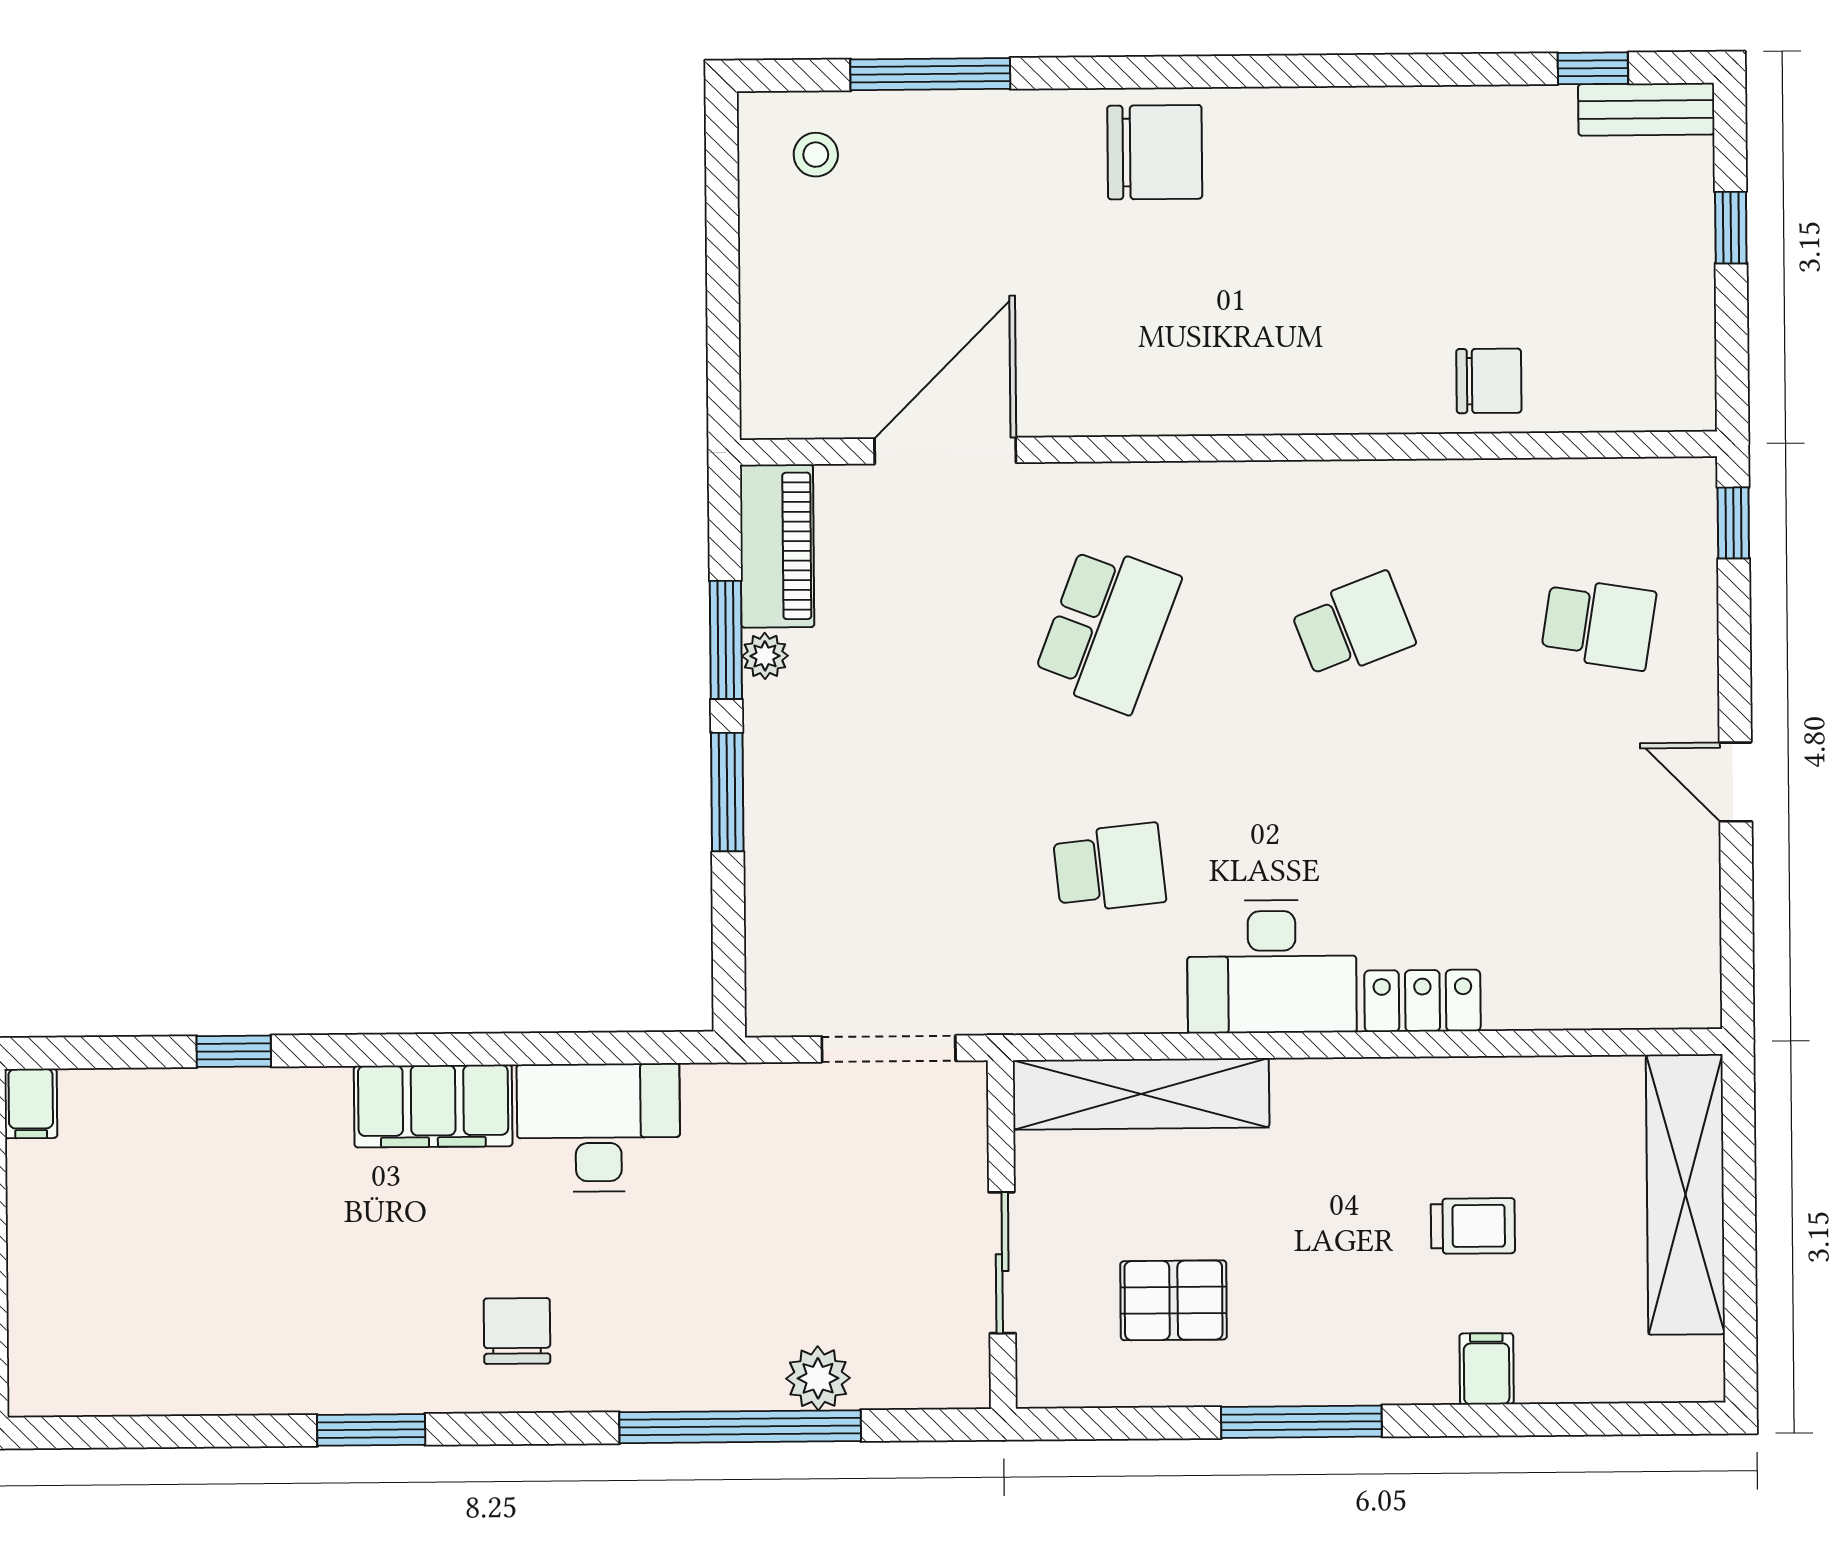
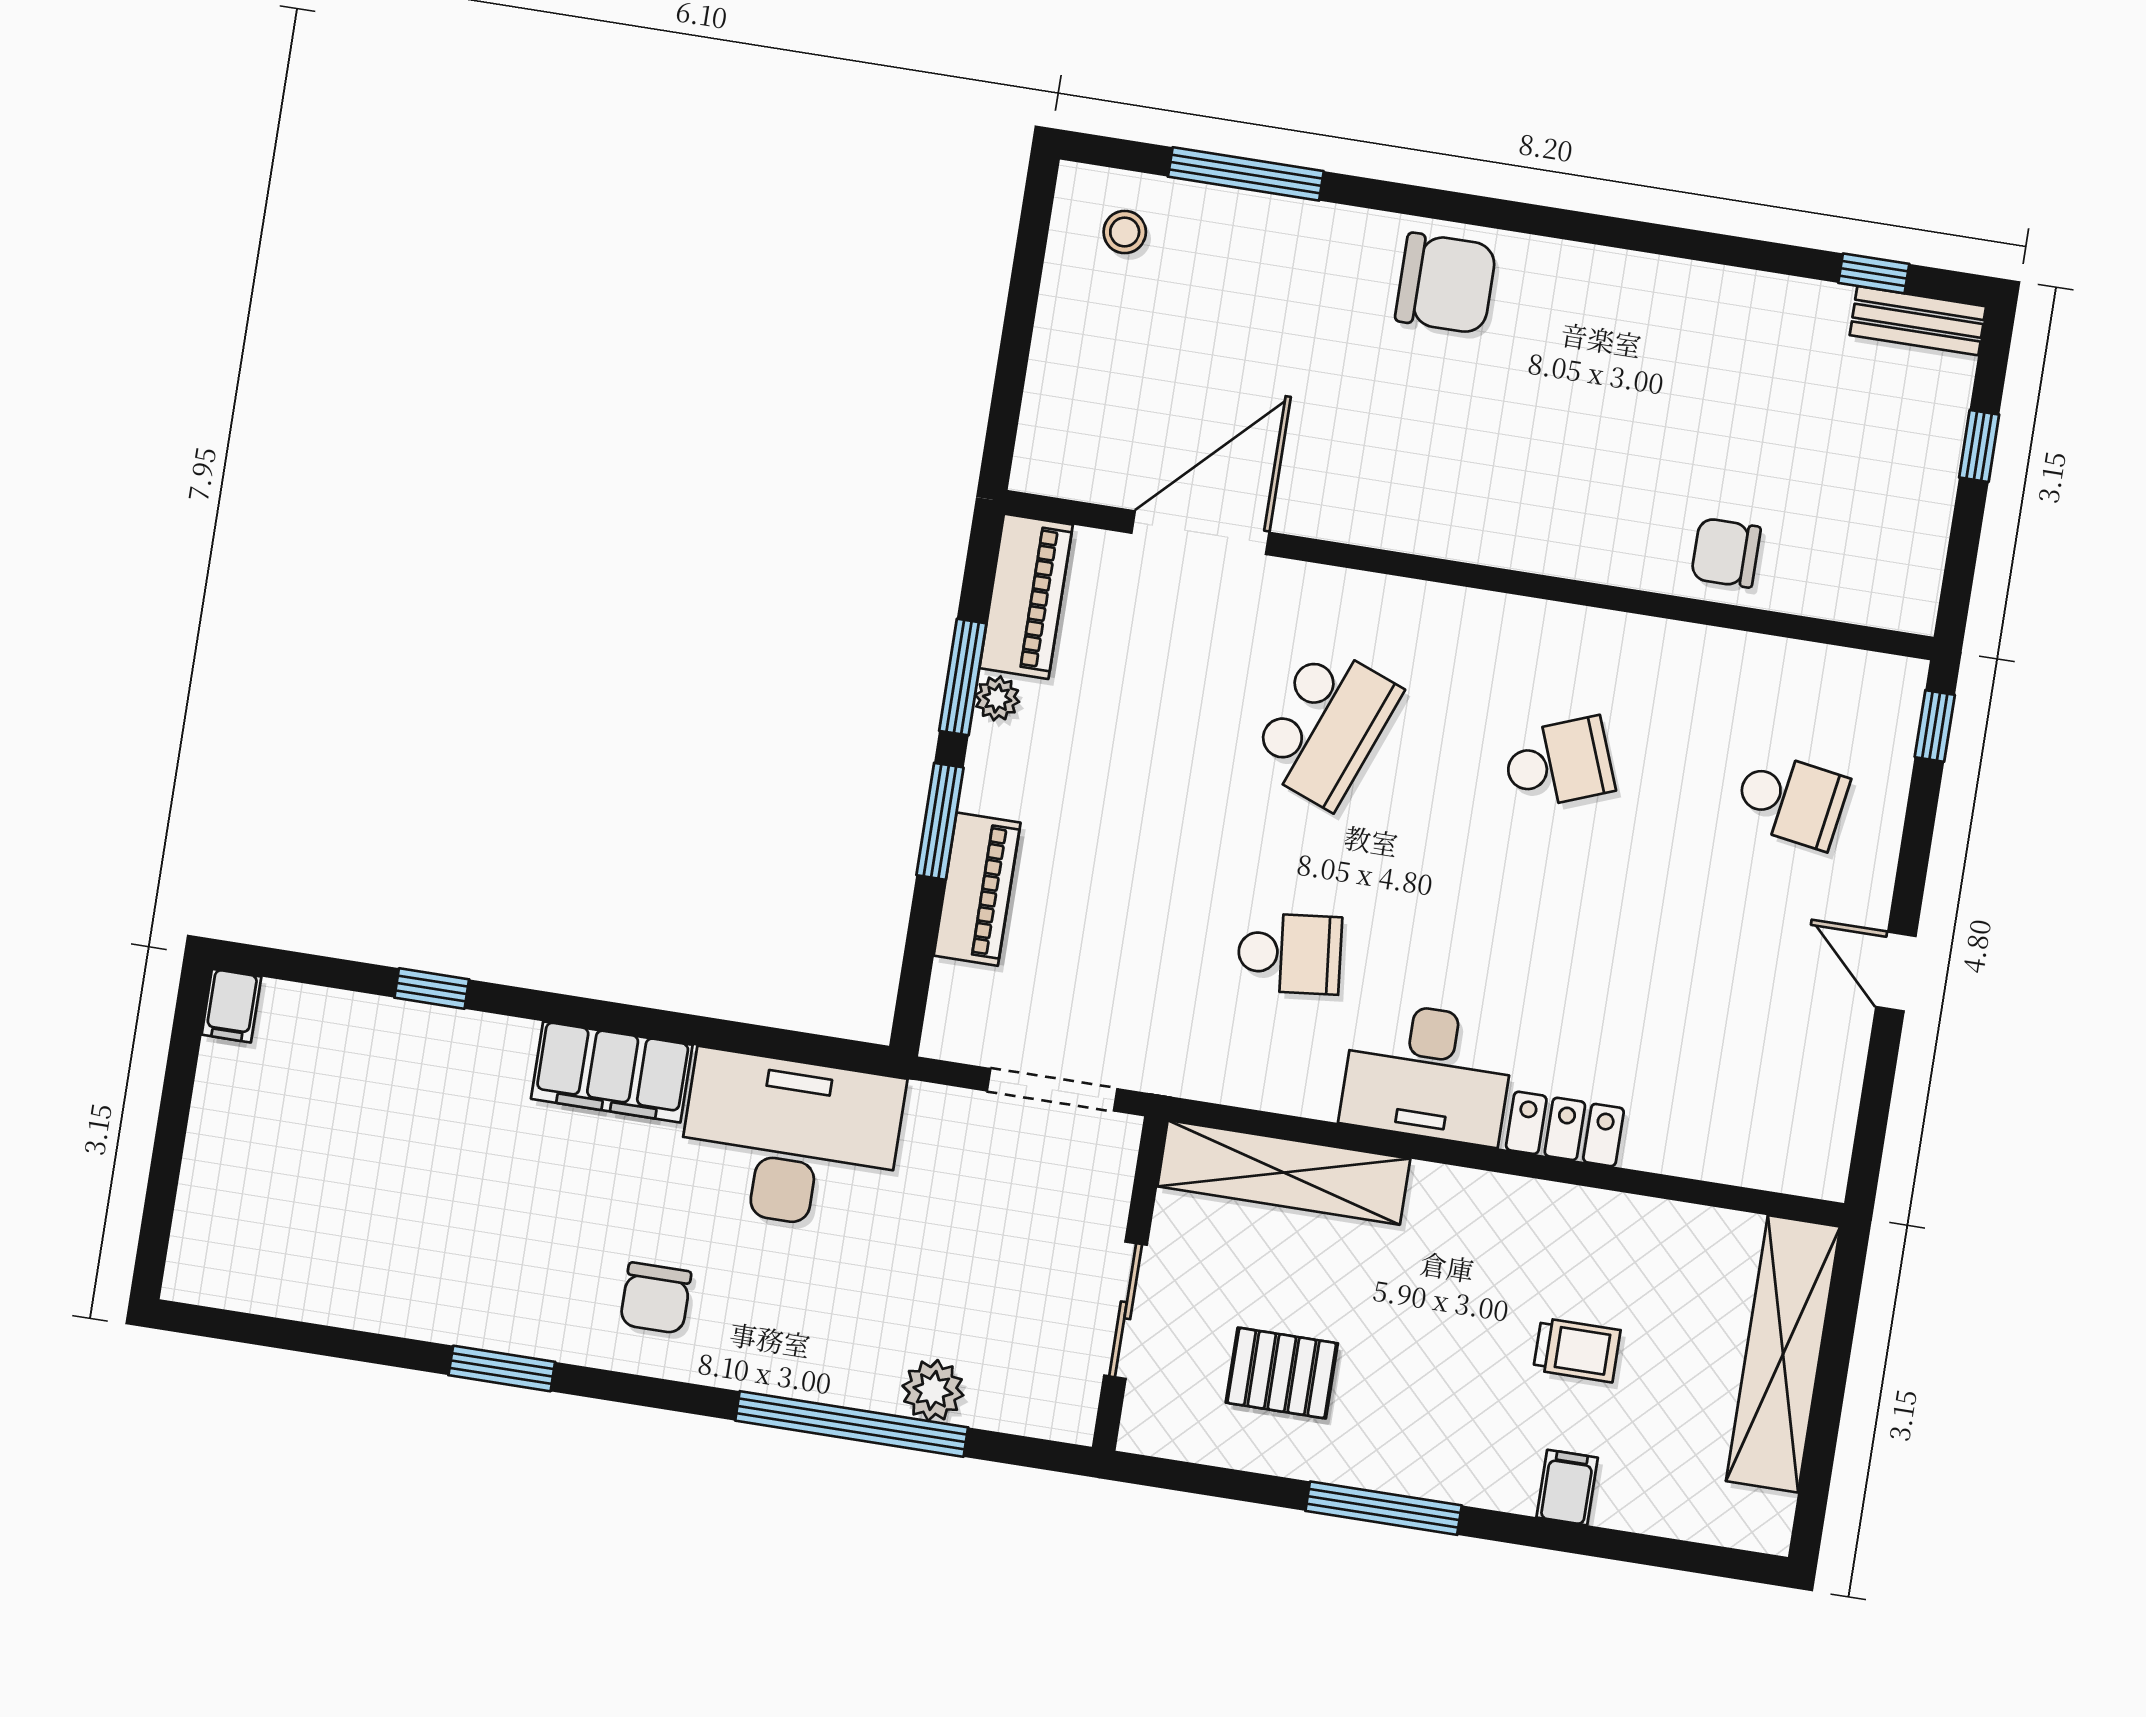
chair: (1489, 381) -> (1726, 553), turned 180
piano: (777, 855) -> (977, 889), added
desk: (598, 1128) -> (790, 1141), width x1.36, depth x1.30
chair: (517, 1331) -> (656, 1298), turned 180

